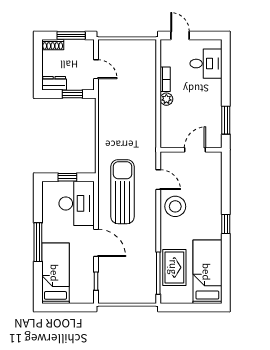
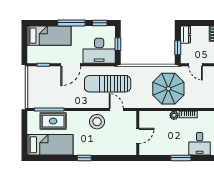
door: (96, 69) -> (196, 65), hinge flipped
parasol: (129, 107) -> (168, 89), added
window: (226, 120) -> (181, 158), moved
door: (195, 150) -> (138, 136), hinge flipped
door: (158, 180) -> (116, 109), swing flipped
sun lounger: (122, 192) -> (108, 84), turned 180
window: (38, 203) -> (100, 23), added

